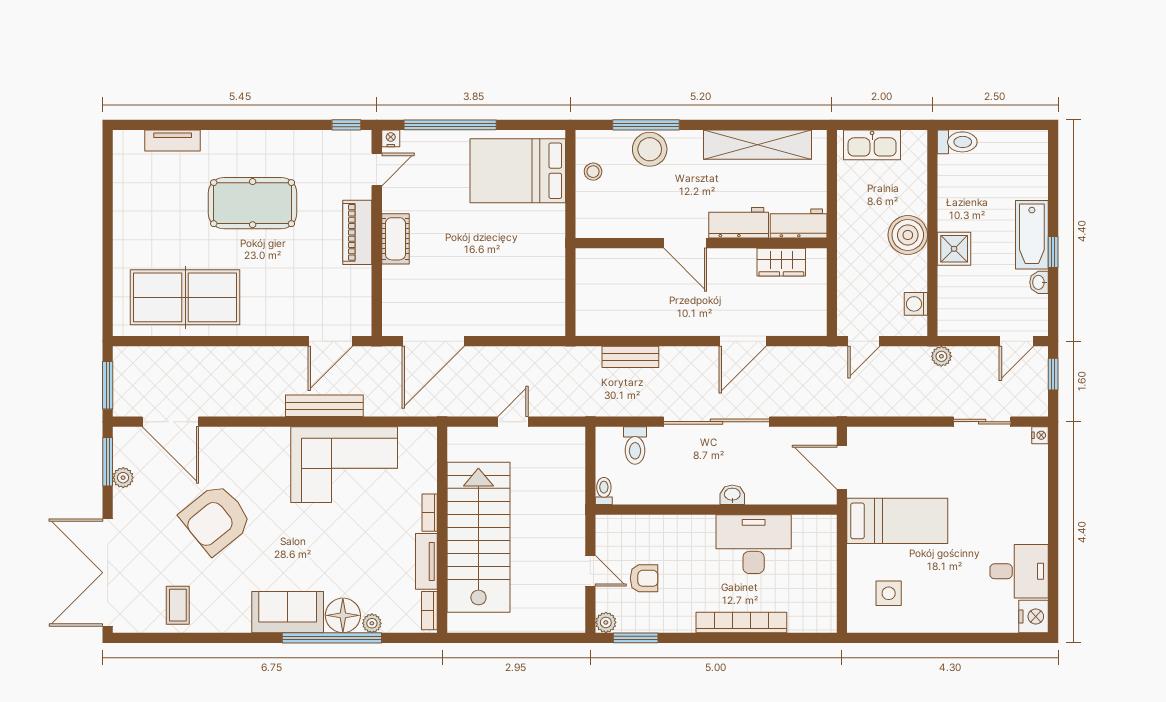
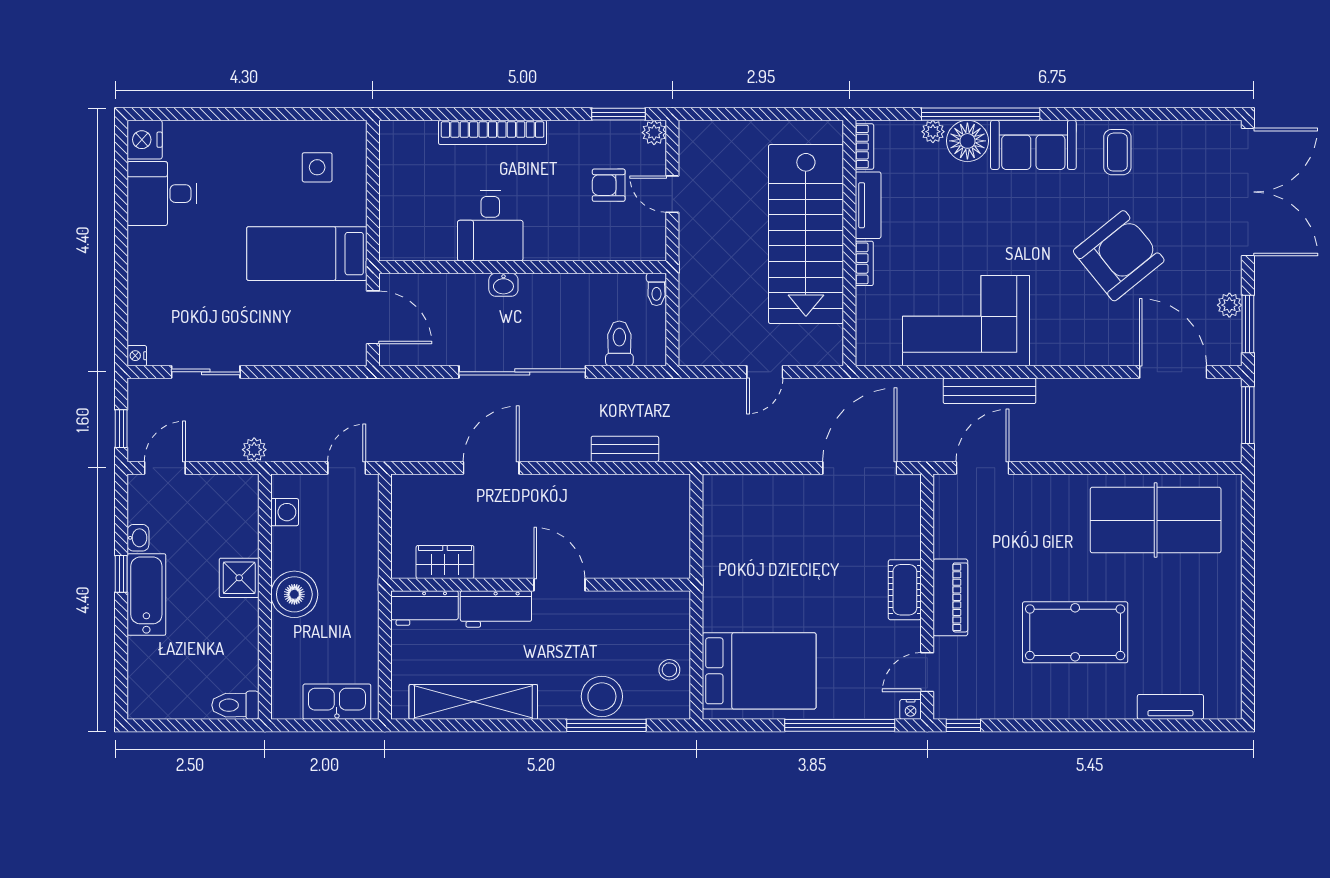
desk: (754, 544) -> (490, 226), width x0.73
coffee table: (178, 605) -> (1117, 152), moved

